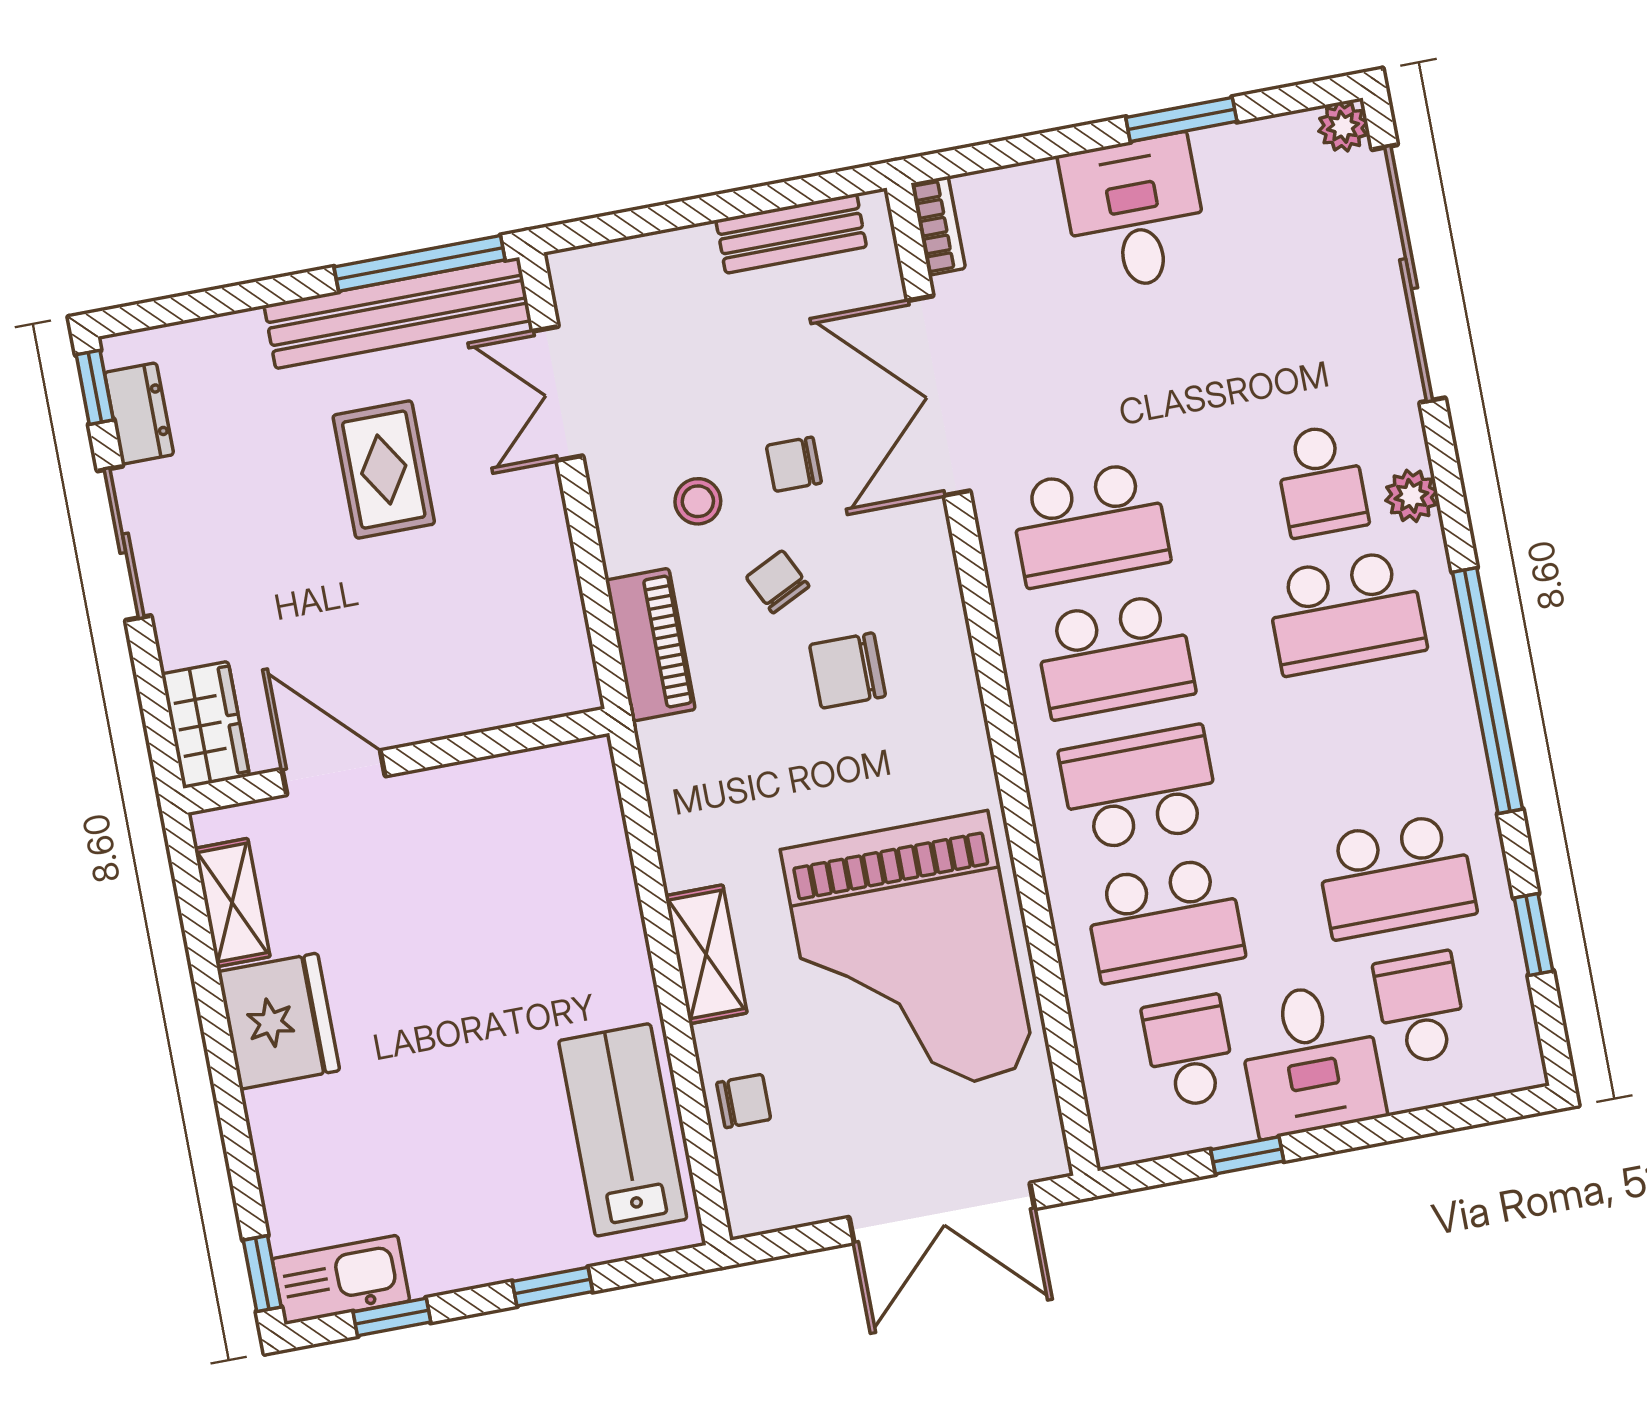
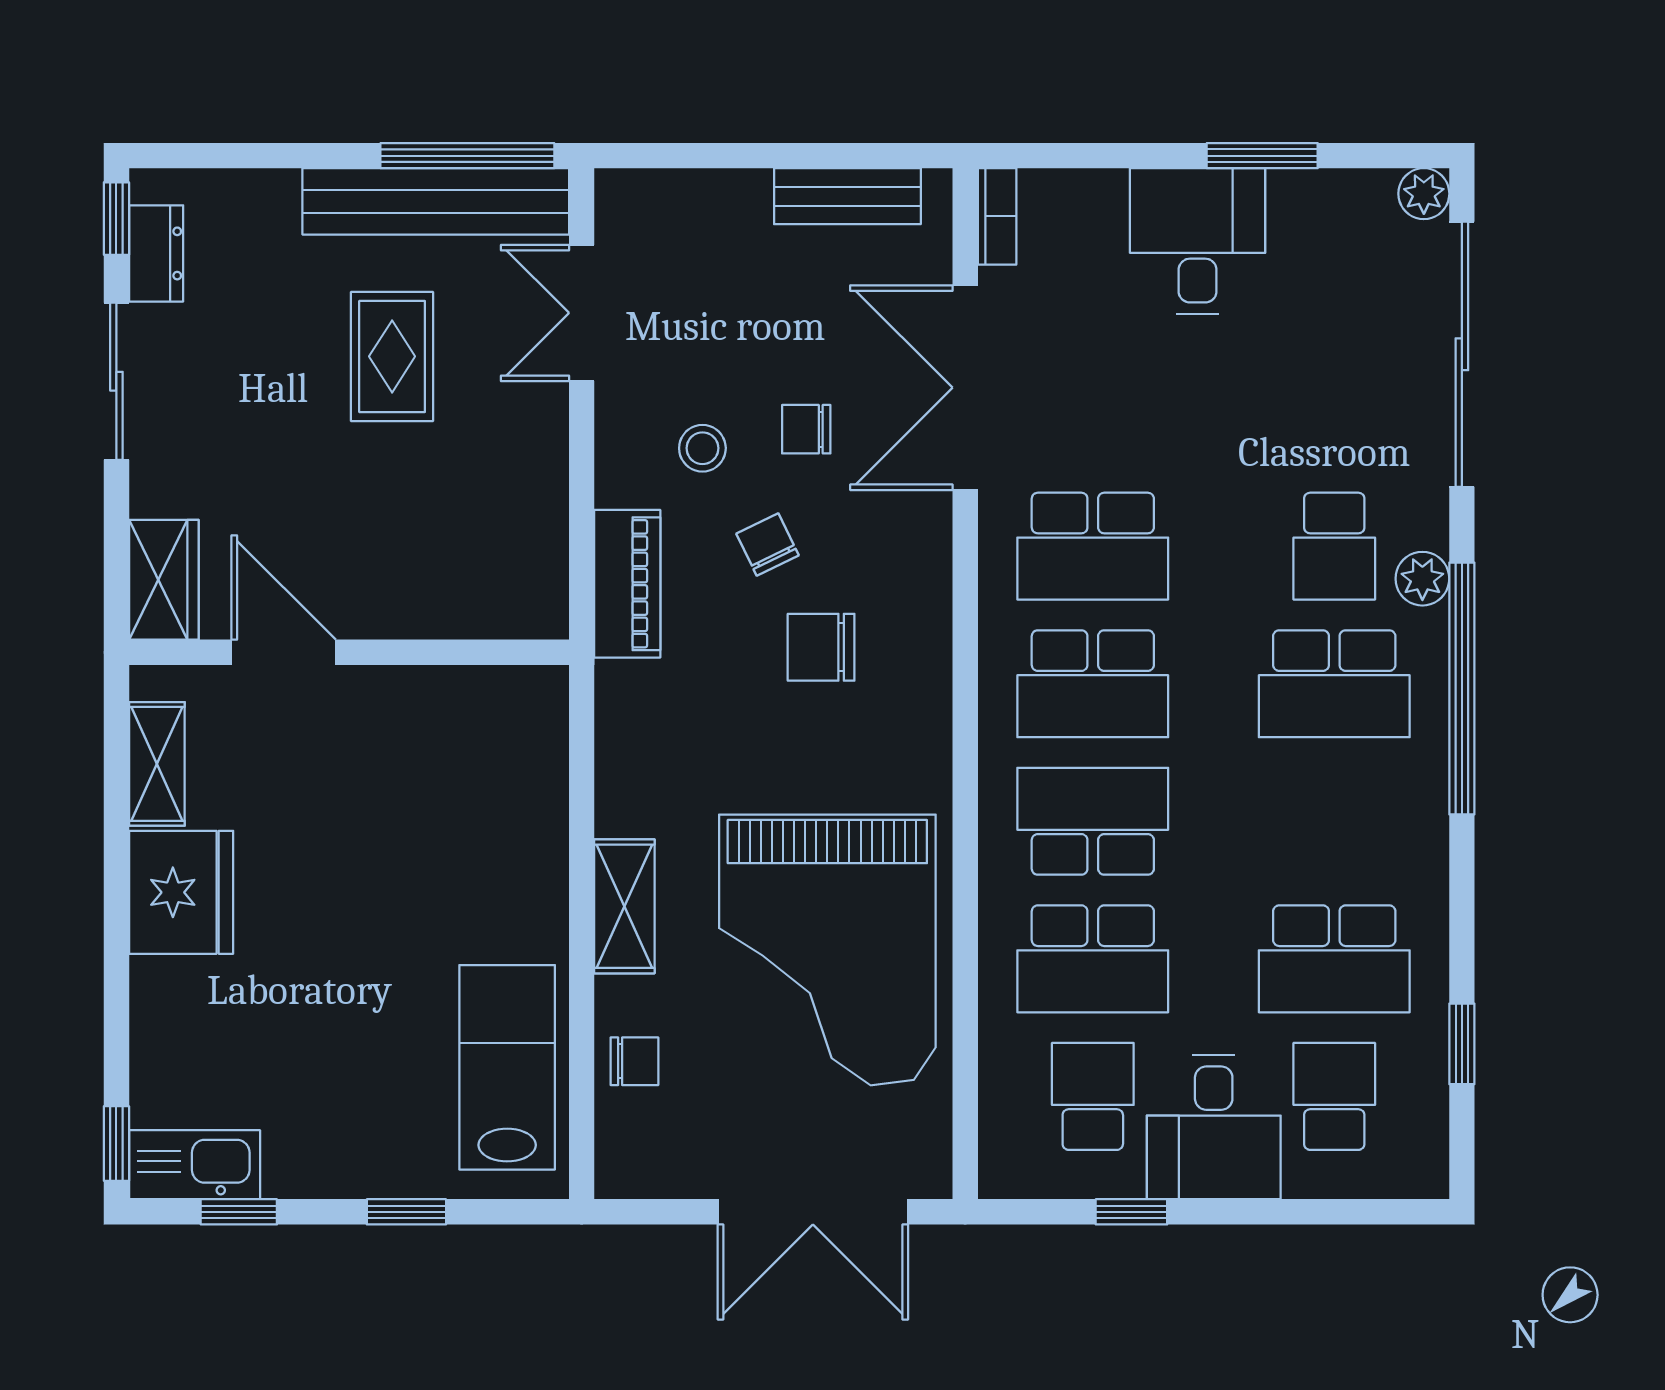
window: (1487, 691) -> (1462, 688), moved

